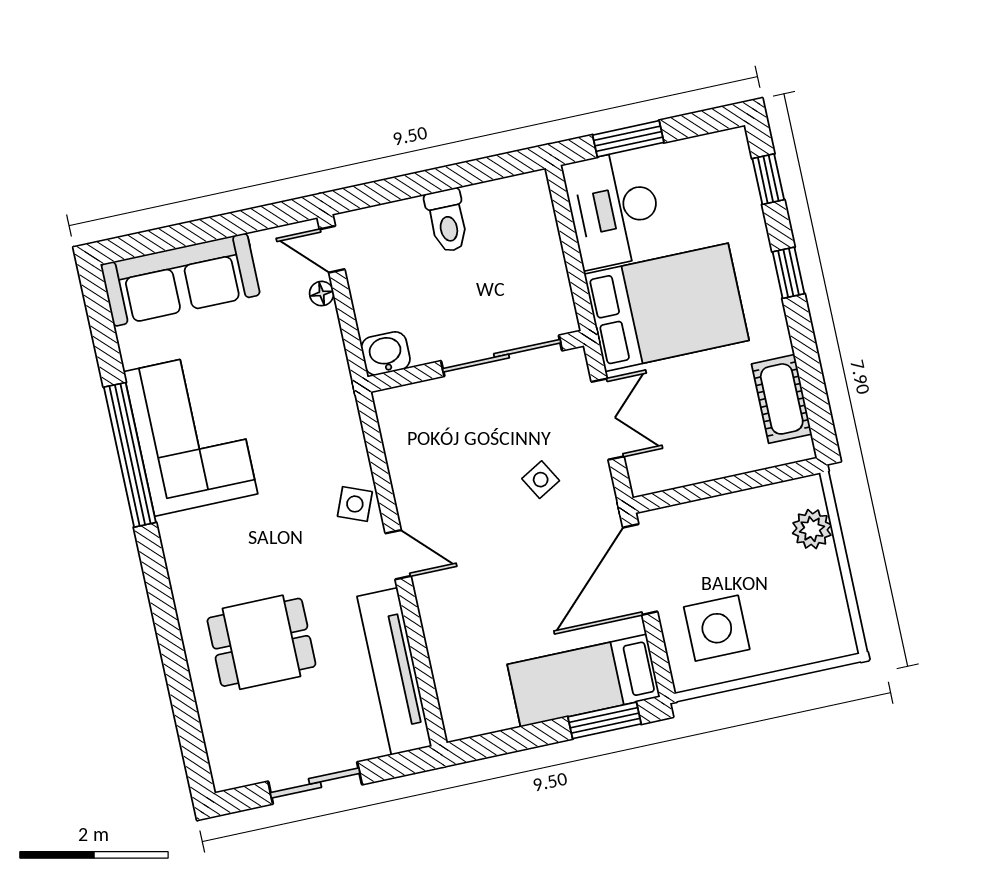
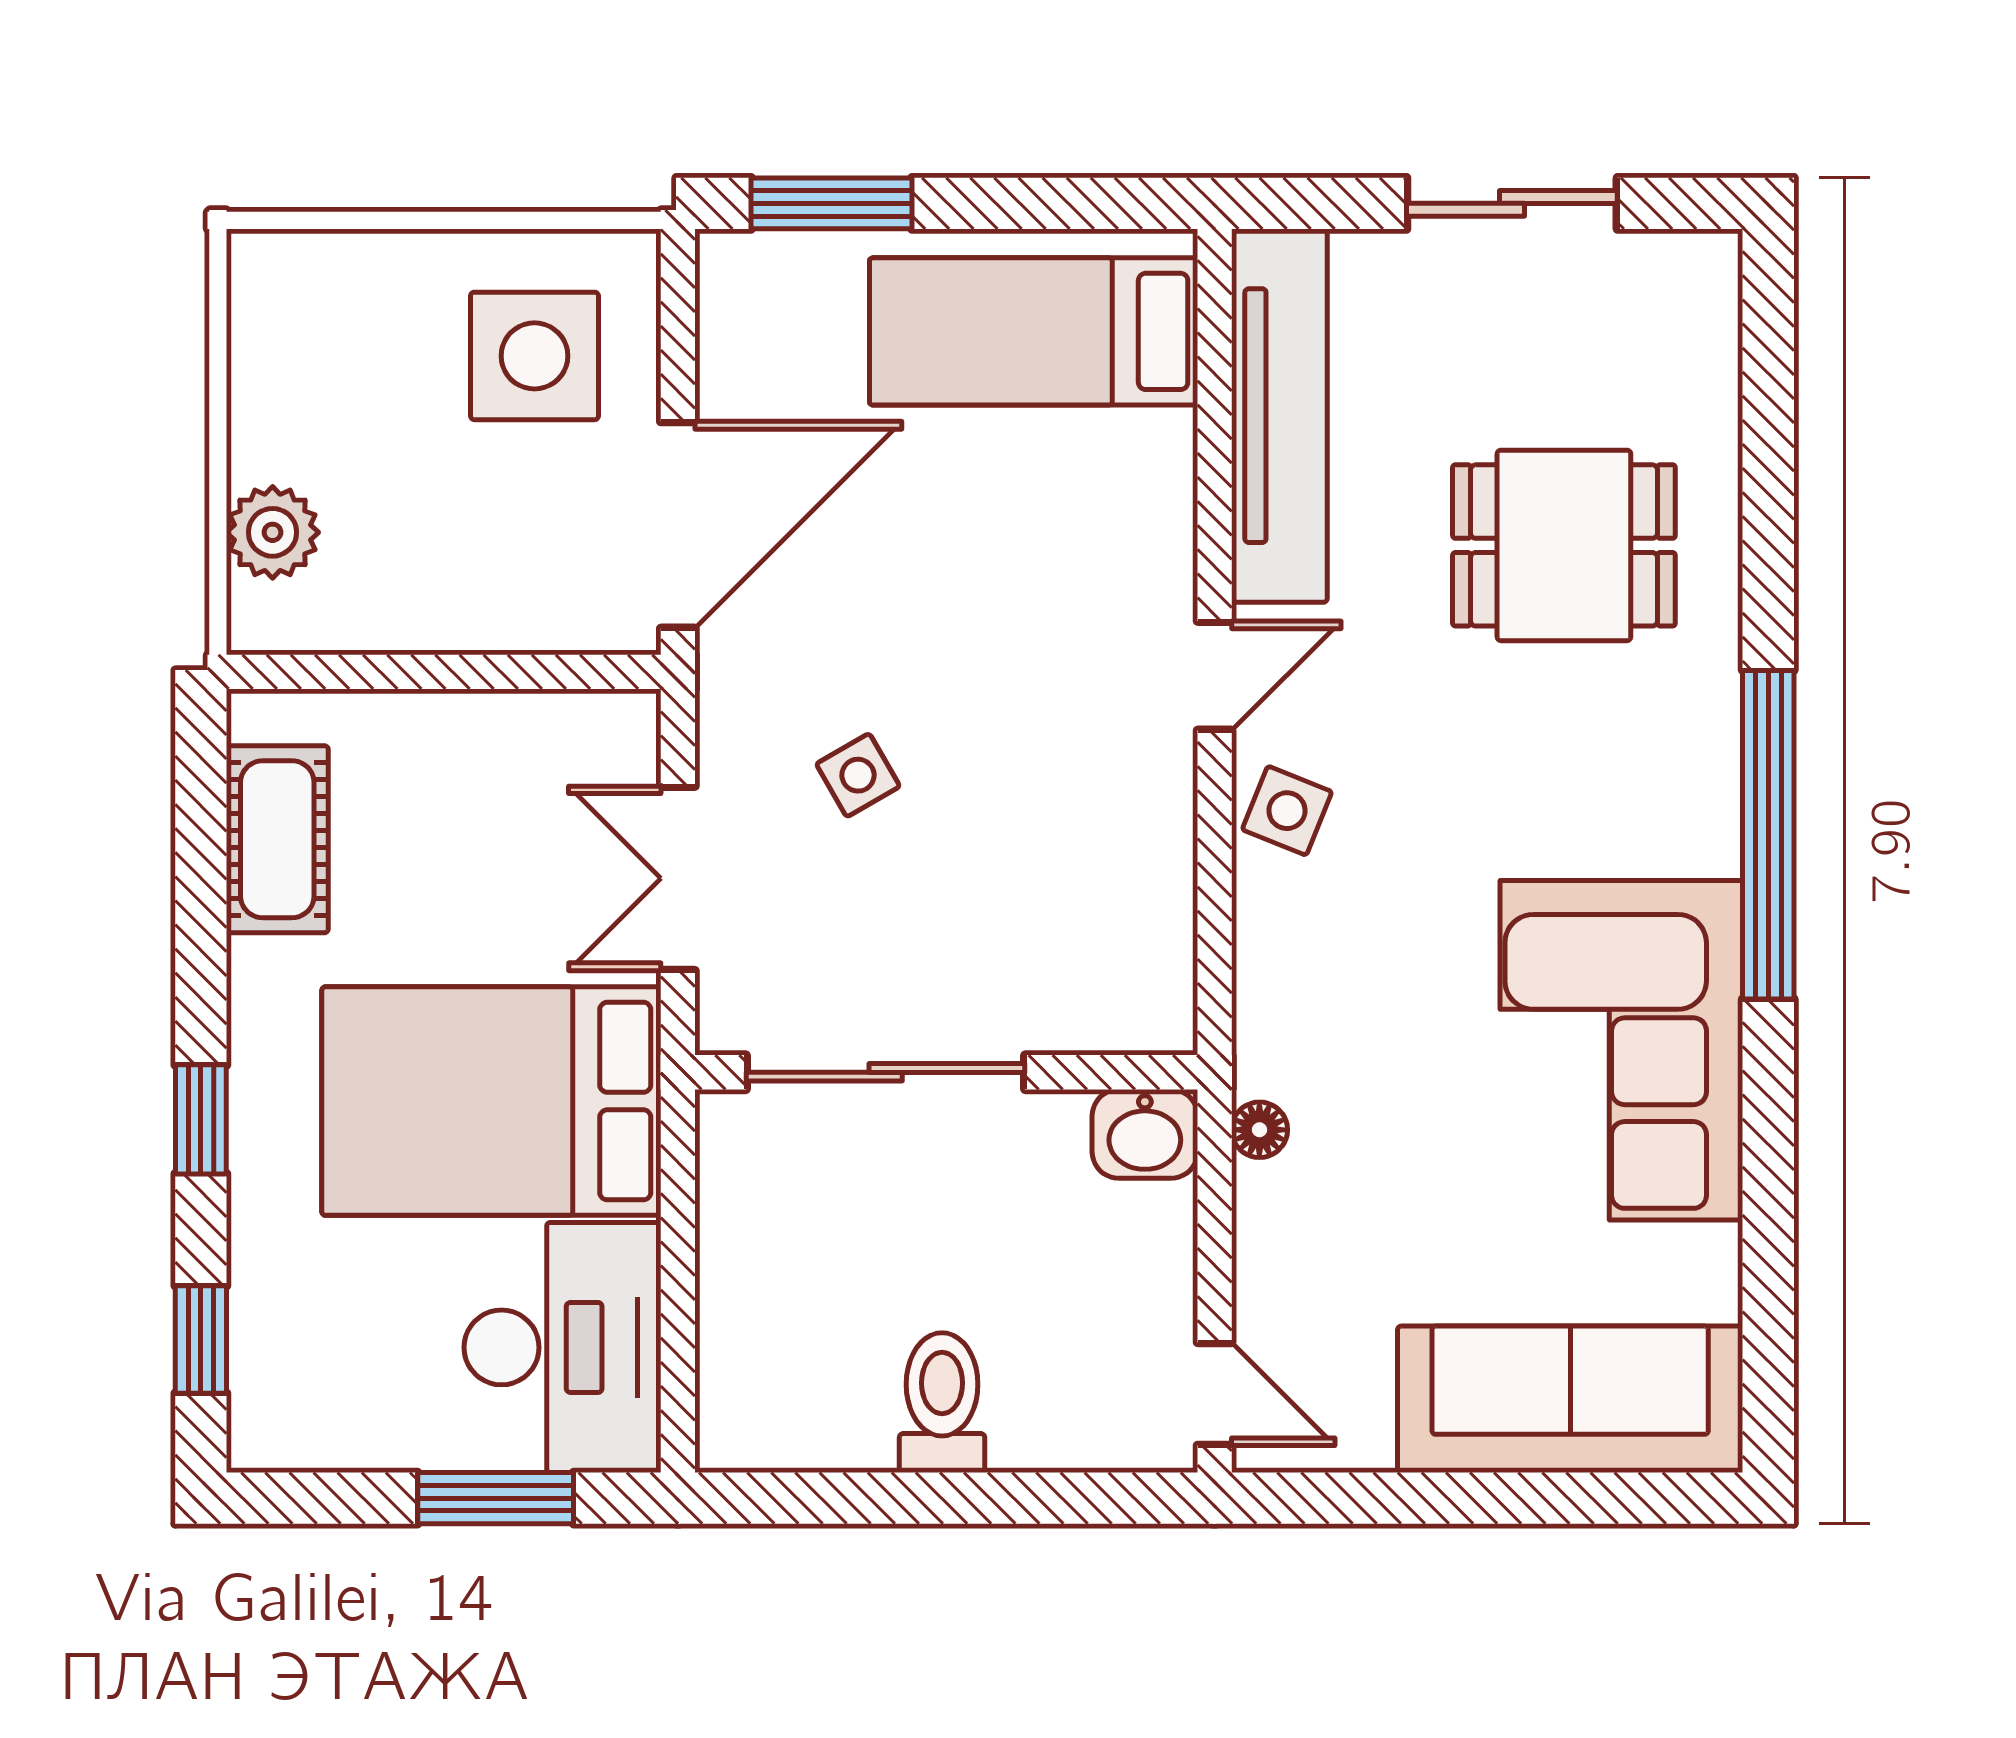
floor lamp: (322, 294) -> (1259, 1130), moved
window: (130, 455) -> (1768, 835), moved
door: (398, 555) -> (1215, 676), swing flipped
bed: (584, 681) -> (1034, 331), moved, turned 180

